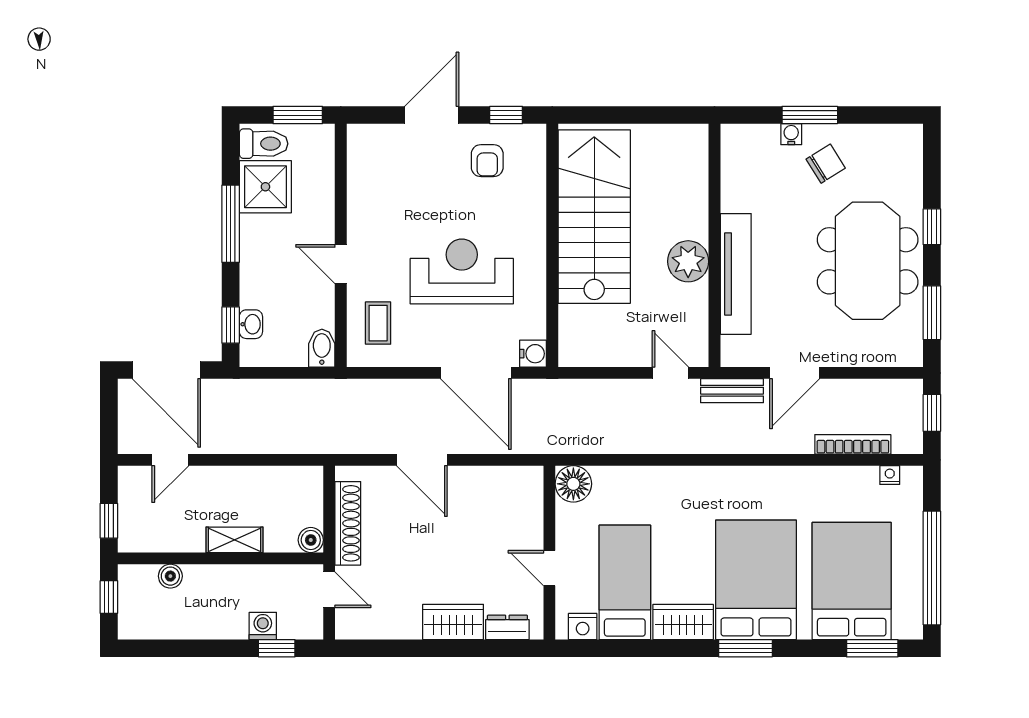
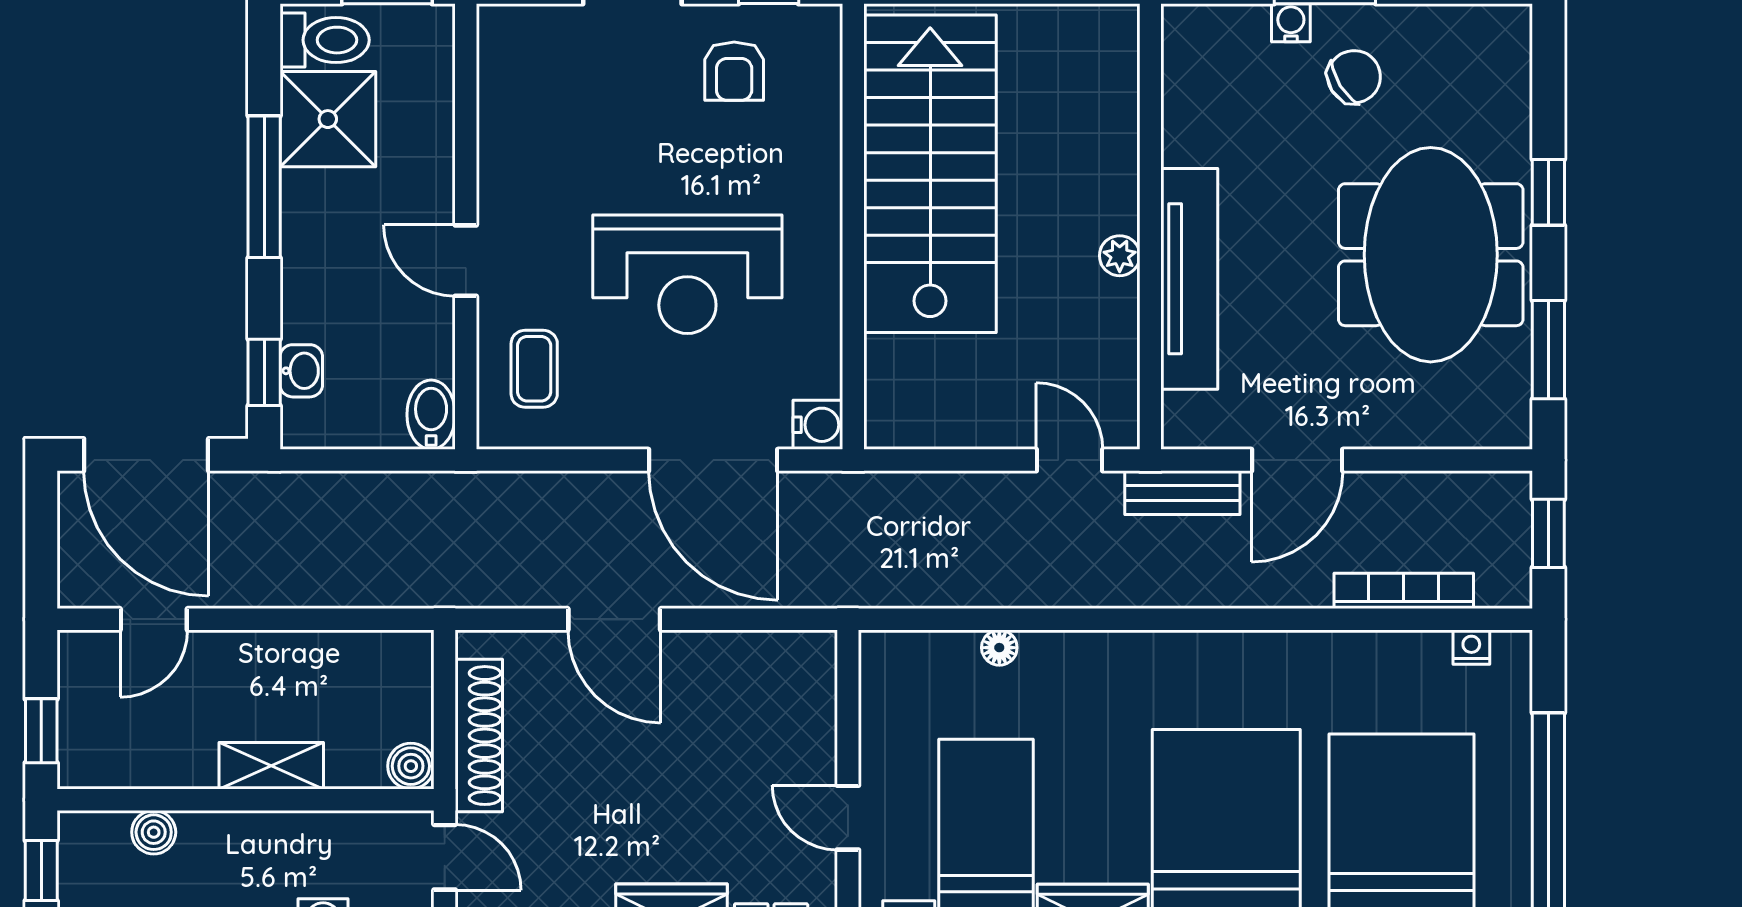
plant: (688, 261) -> (1120, 256), width x0.53, depth x0.53
reception desk: (462, 271) -> (687, 274), turned 180
floor lamp: (573, 484) -> (999, 648), moved, width x0.53, depth x0.53

